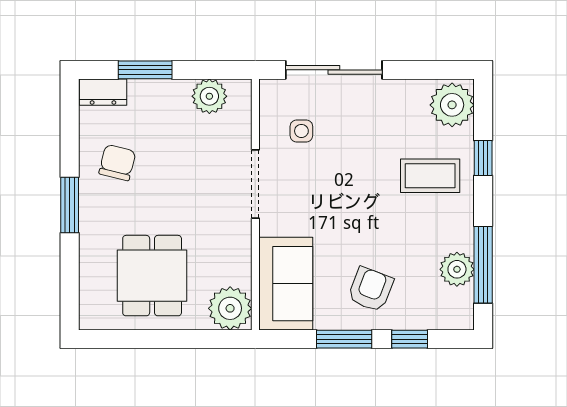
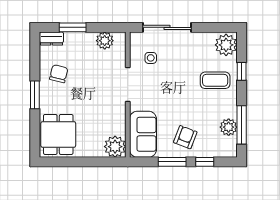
dining table: (152, 276) -> (58, 134), moved

